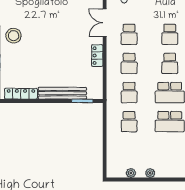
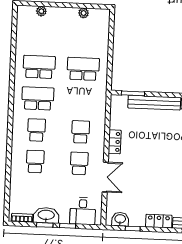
school desk: (129, 93) -> (82, 100), removed
school desk: (129, 122) -> (83, 69), width x1.85
plant: (150, 173) -> (41, 11), moved

